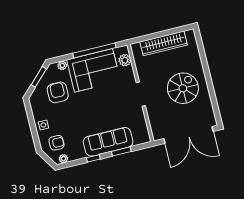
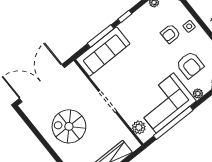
spiral stairs: (183, 88) -> (69, 126), turned 90
sofa: (108, 142) -> (103, 52), moved
armchair: (56, 143) -> (170, 34), moved
window: (121, 151) -> (101, 36), width x1.44

